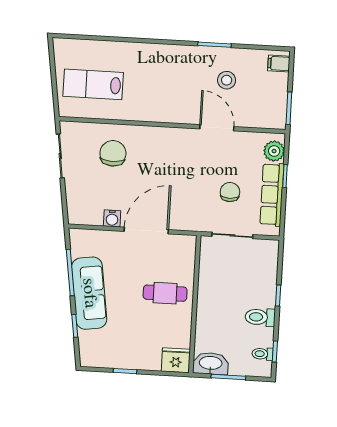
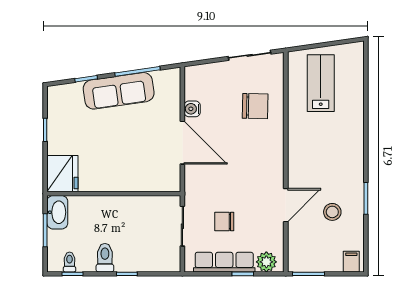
chair: (230, 192) -> (224, 221), turned 180
cafe table: (165, 293) -> (123, 164), removed
fridge: (176, 360) -> (62, 174), width x1.36, depth x1.34

